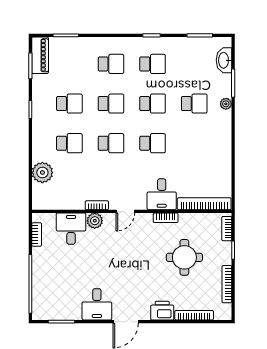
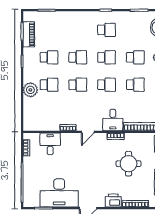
piano: (40, 55) -> (29, 34), moved
school desk: (111, 64) -> (135, 85), moved
plant: (42, 173) -> (30, 90), moved
plant: (95, 221) -> (67, 138), removed
desk: (97, 304) -> (59, 193), width x1.87, depth x1.30

